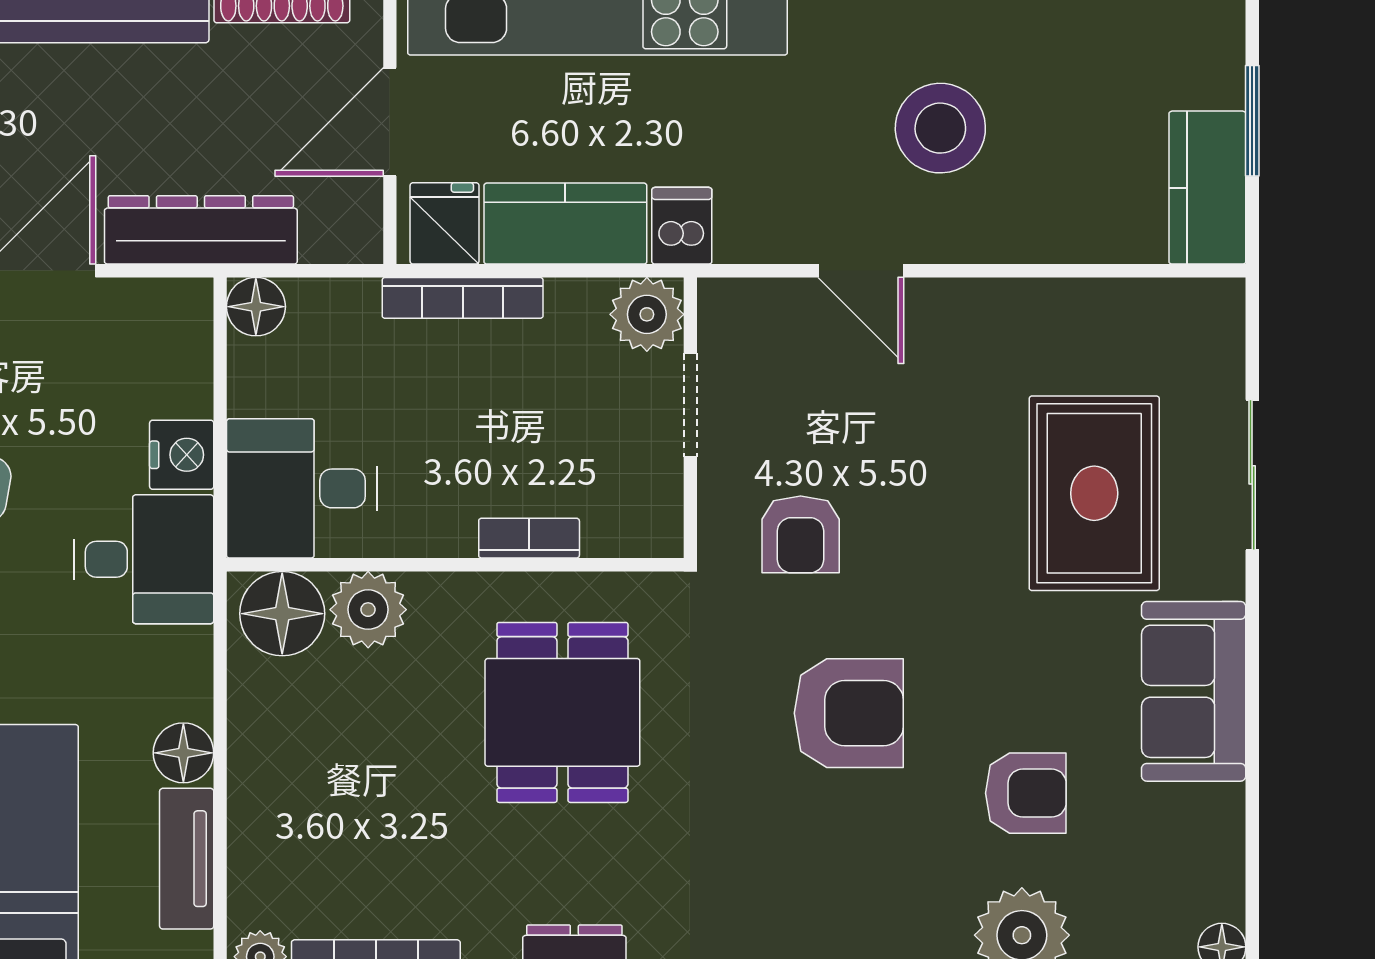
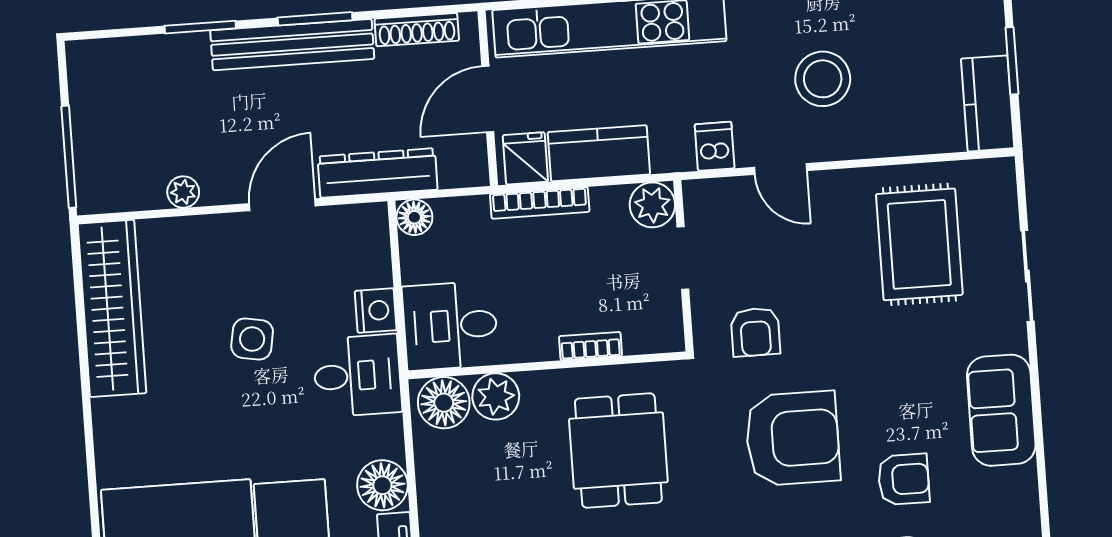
dishwasher: (682, 226) -> (715, 146), moved
rug: (1094, 493) -> (919, 244), moved
armchair: (849, 713) -> (792, 438), width x1.36, depth x1.36
floor lamp: (183, 753) -> (382, 485), width x1.38, depth x1.38

